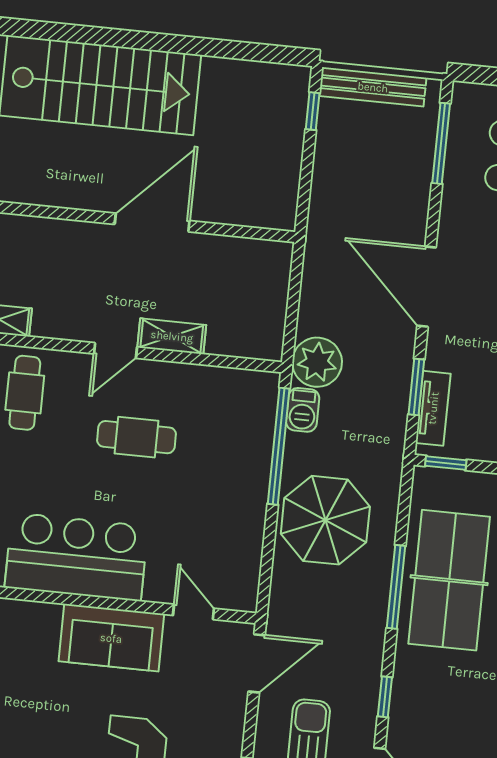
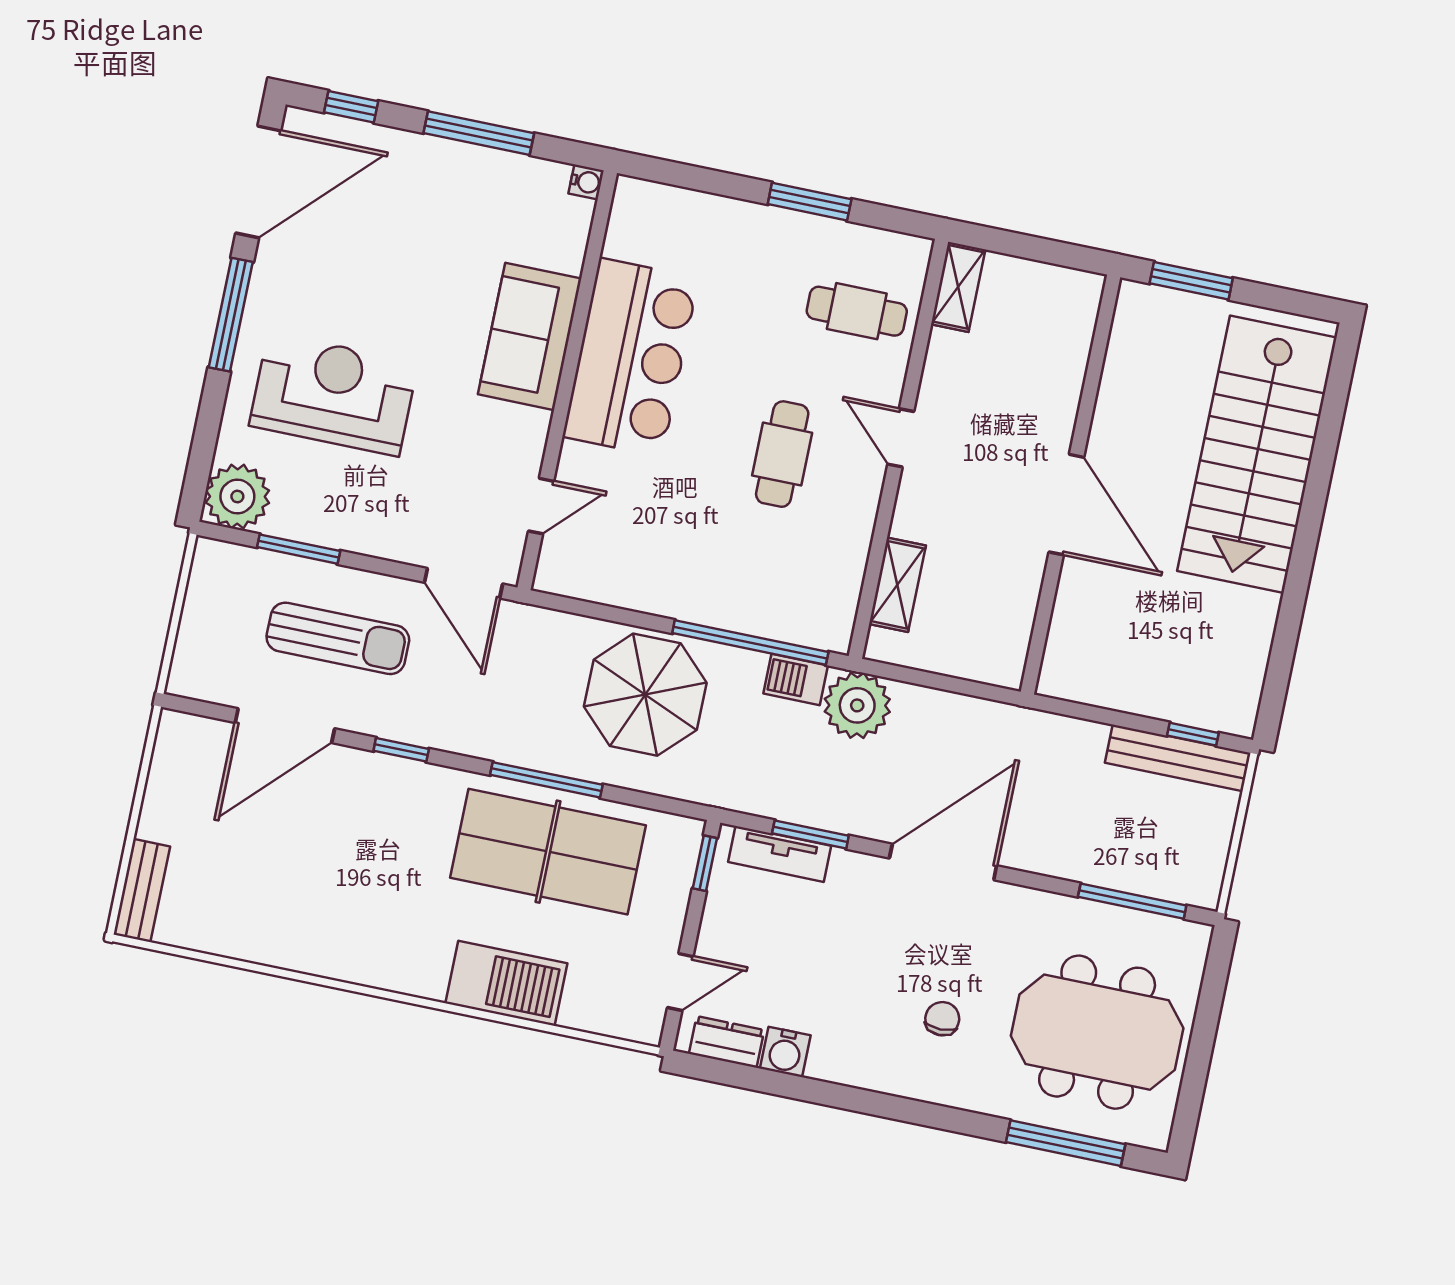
bench: (373, 87) -> (1178, 758), moved, turned 90
shelving: (172, 336) -> (897, 585), moved
sofa: (111, 638) -> (530, 336), moved

